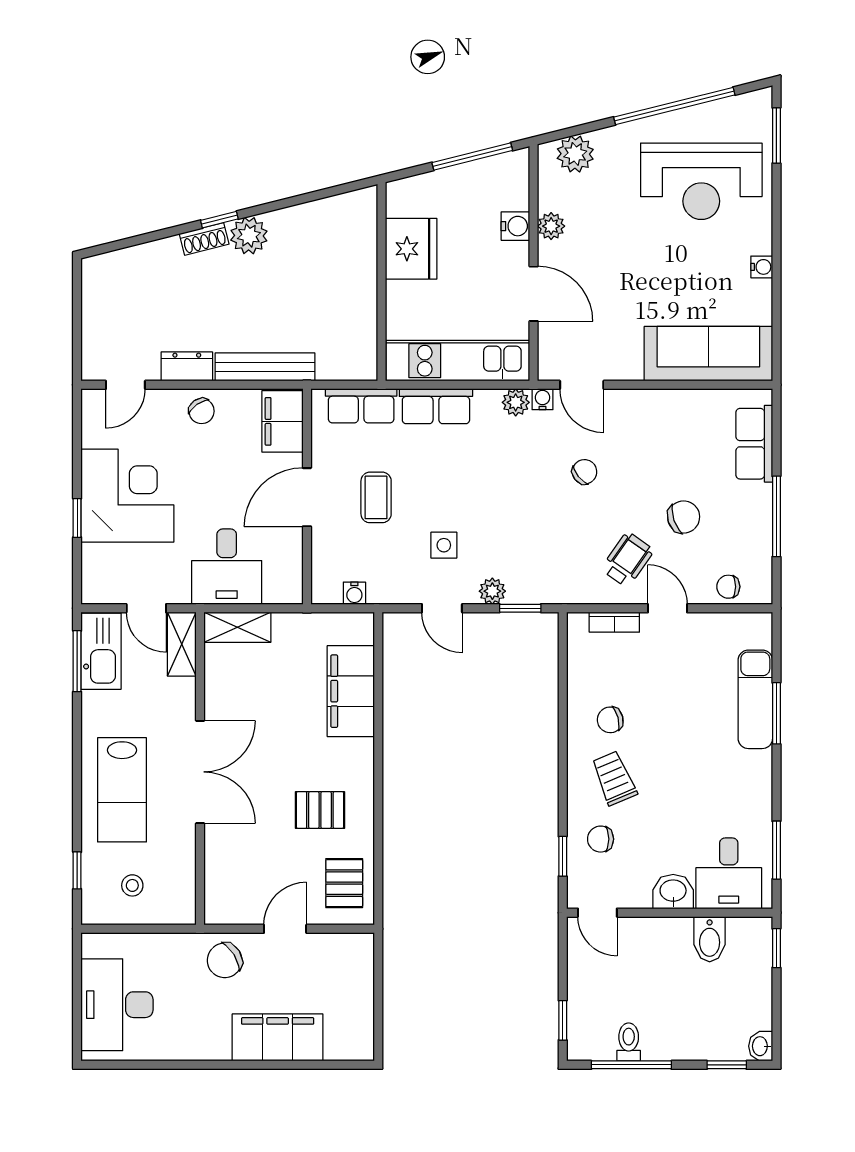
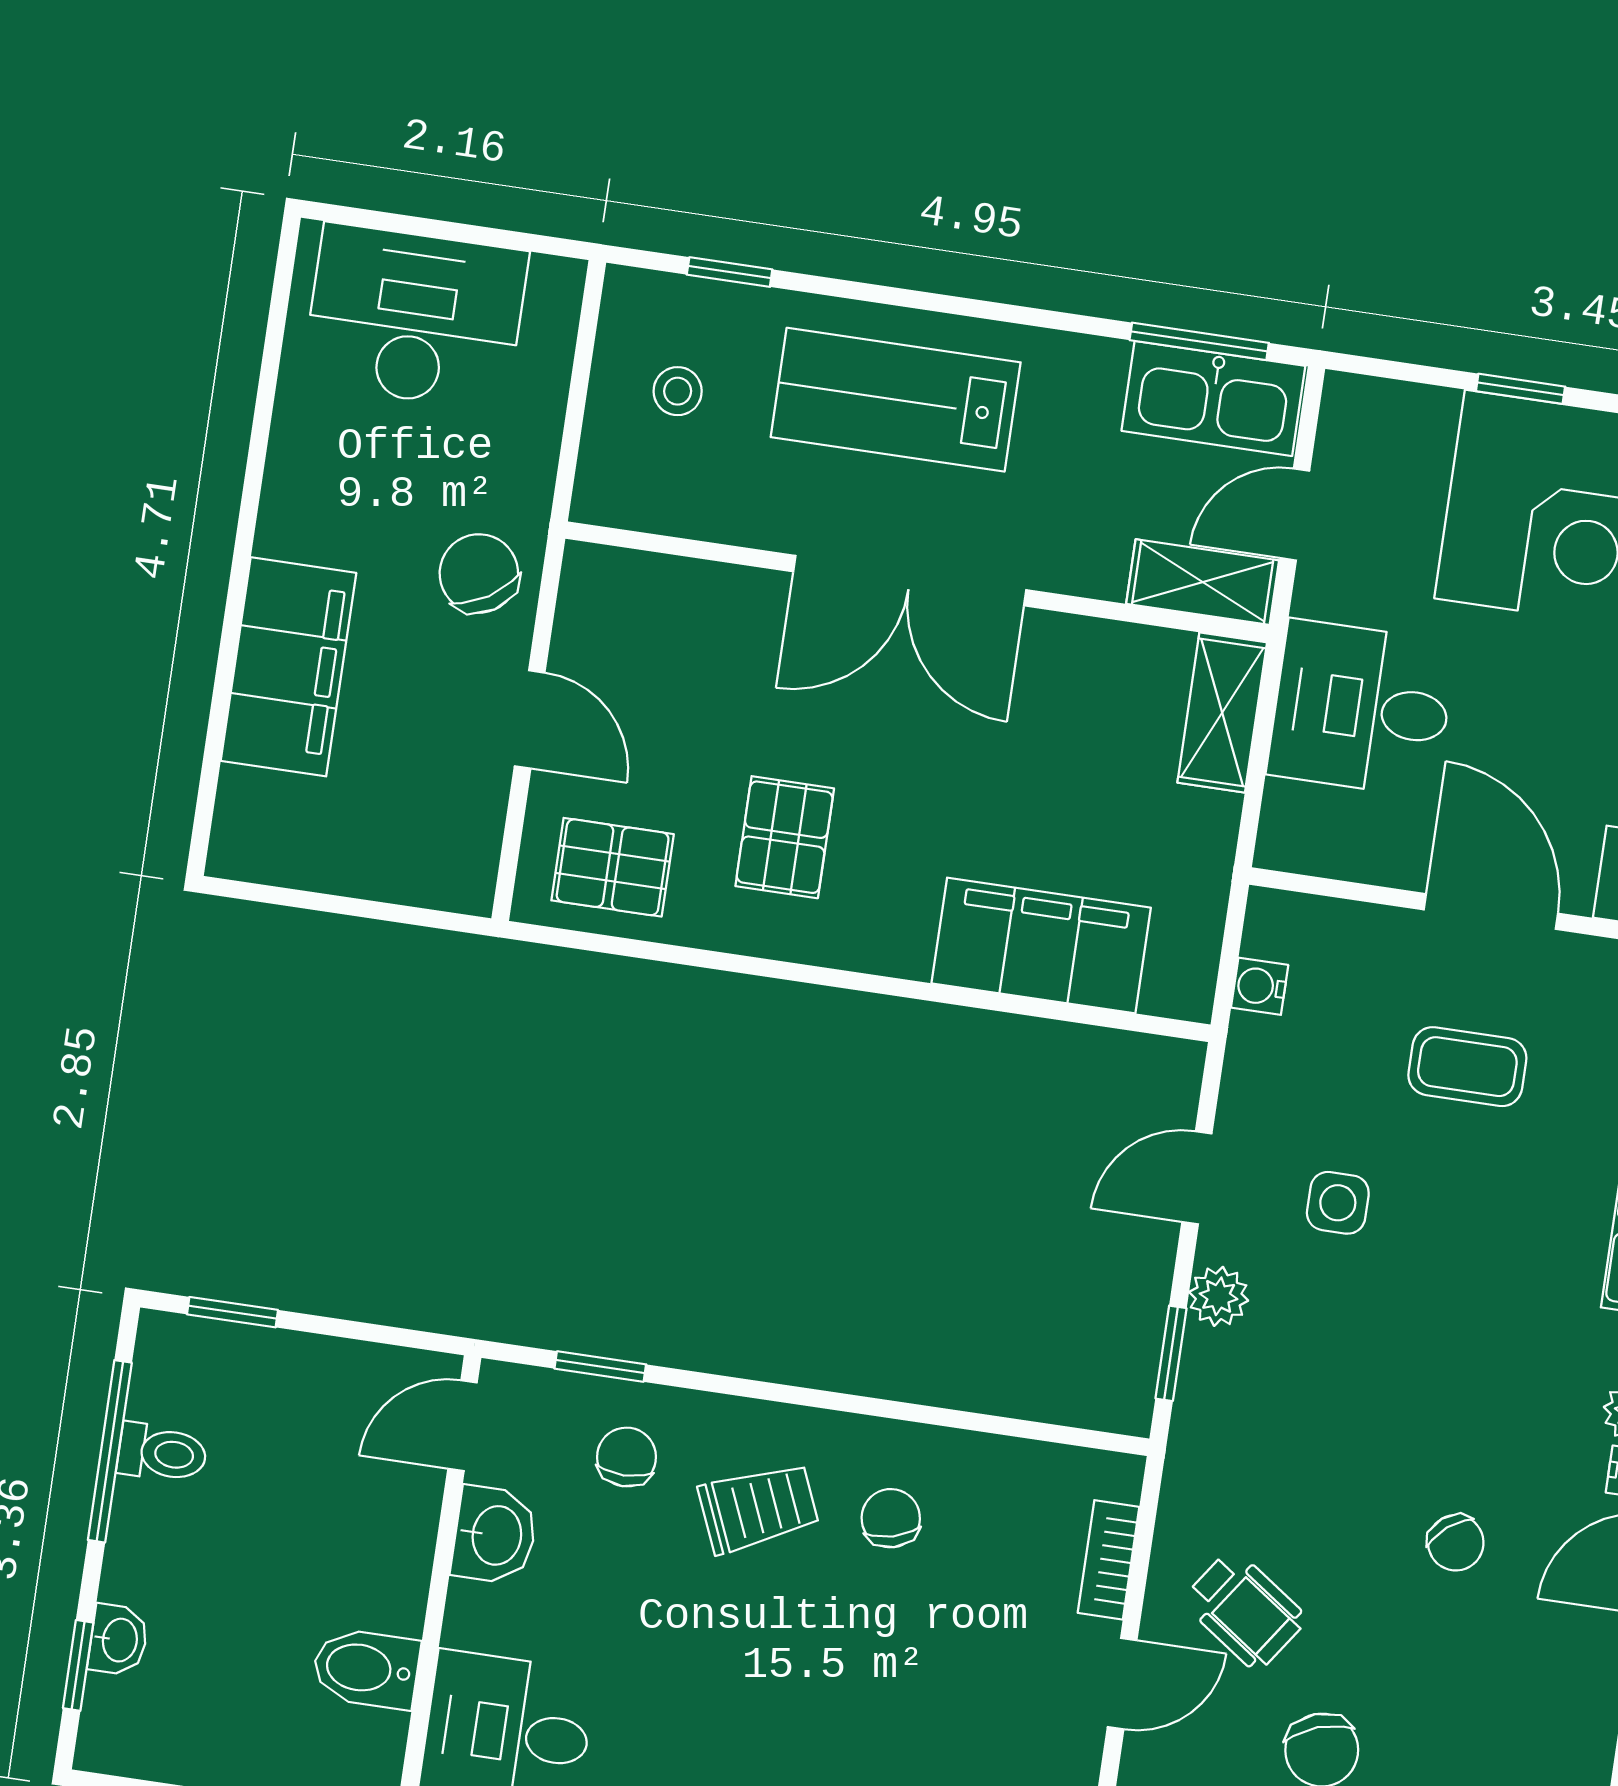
washbasin: (673, 892) -> (495, 1535), moved
washbasin: (761, 1046) -> (118, 1640), moved, turned 90

